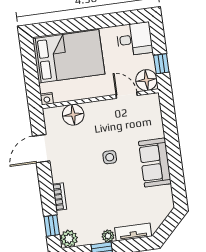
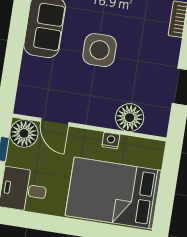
nightstand: (47, 99) -> (111, 141), moved
side table: (110, 157) -> (100, 50), width x1.87, depth x1.87

